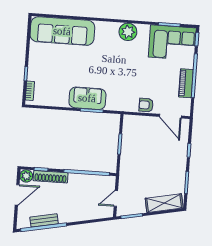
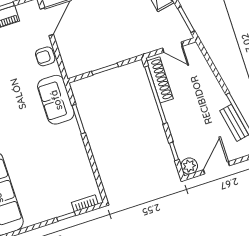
sofa: (87, 98) -> (56, 100), moved
armchair: (146, 105) -> (45, 56), turned 90
shoe rack: (51, 177) -> (160, 80), moved
door: (17, 195) -> (216, 168), hinge flipped

